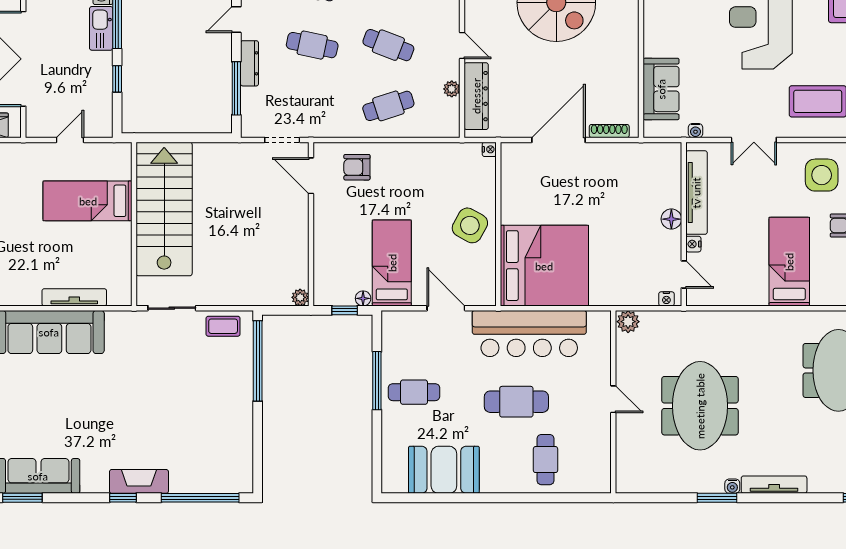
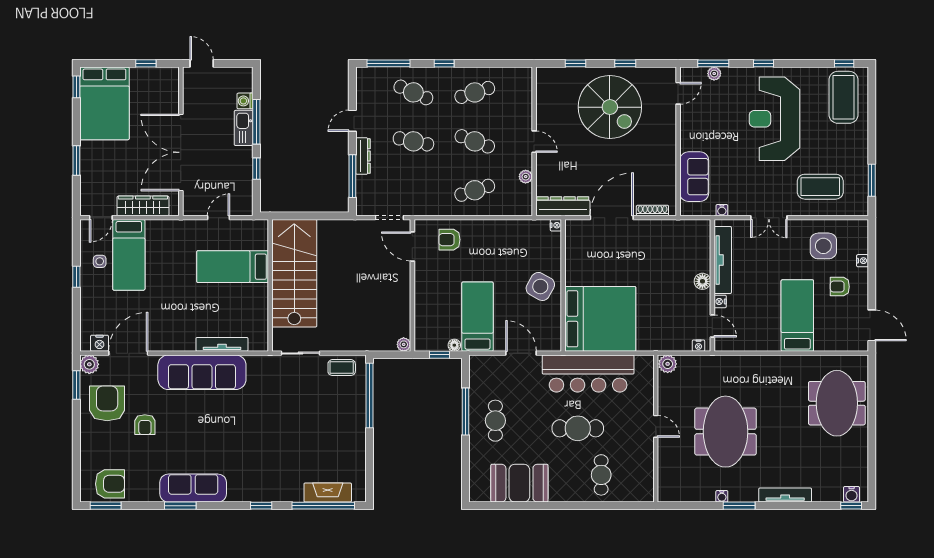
dresser: (476, 96) -> (563, 206), moved, turned -90
cafe table: (414, 392) -> (495, 421), turned 90
fireplace: (139, 481) -> (328, 492), moved
water cooler: (732, 486) -> (722, 496), moved

